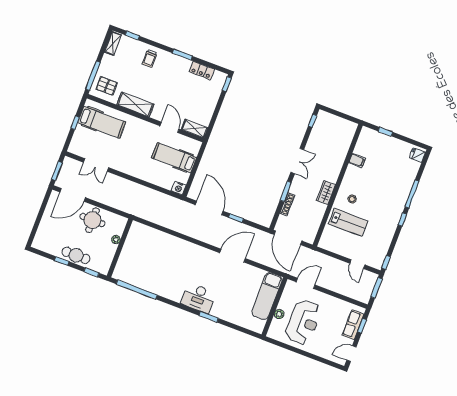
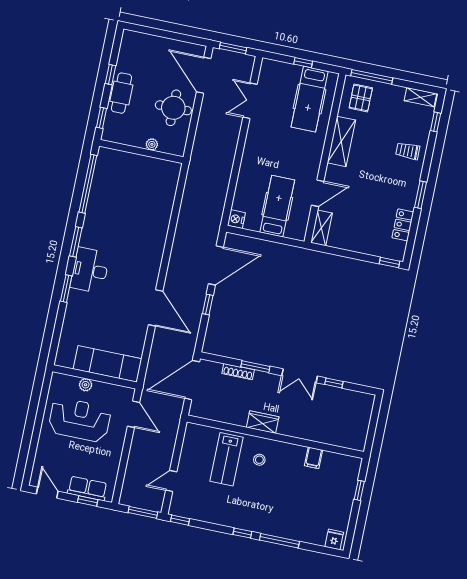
window: (312, 121) -> (334, 383), moved
window: (177, 305) -> (76, 242), added
reception desk: (303, 322) -> (80, 420), turned 180

